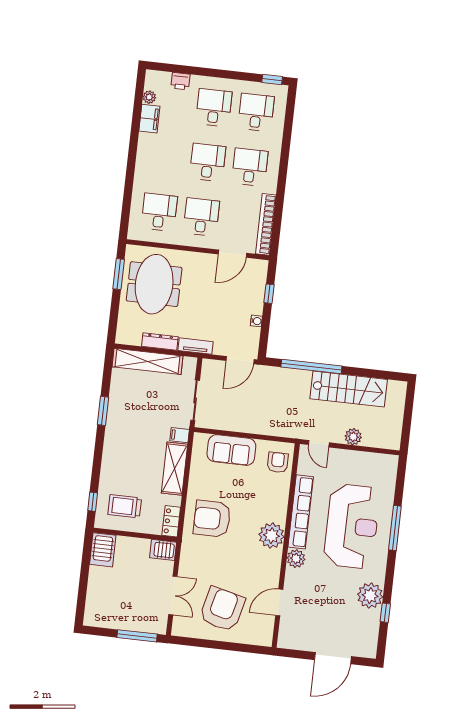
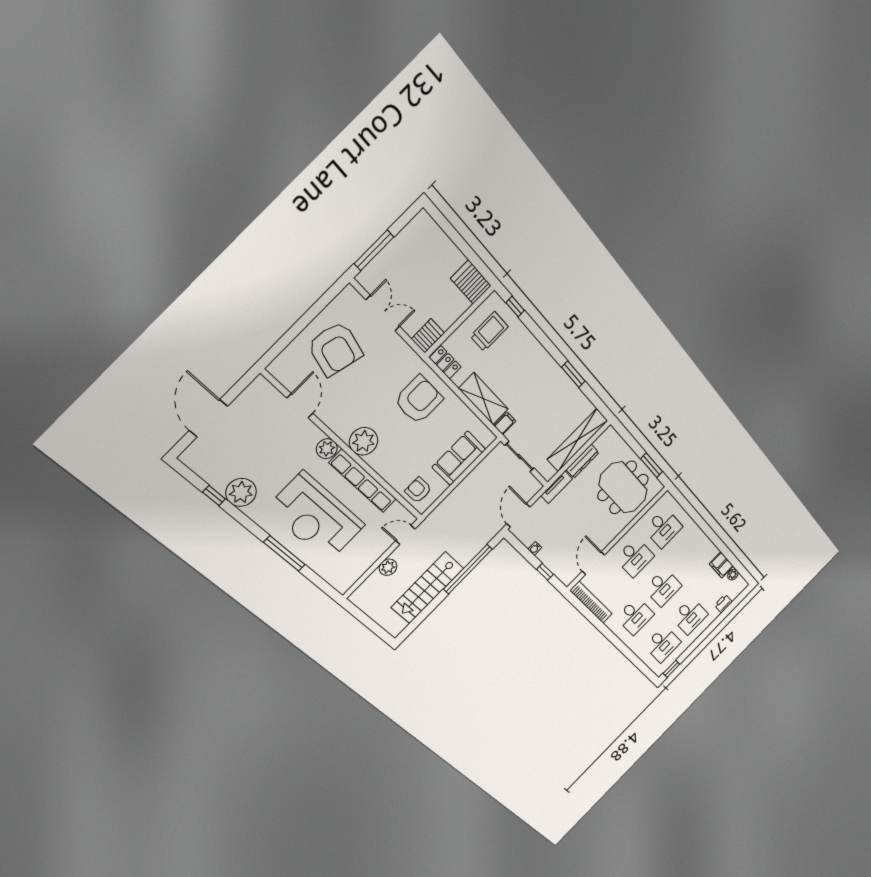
armchair: (278, 462) -> (418, 490), turned 180
double door: (173, 595) -> (383, 313), swing flipped

